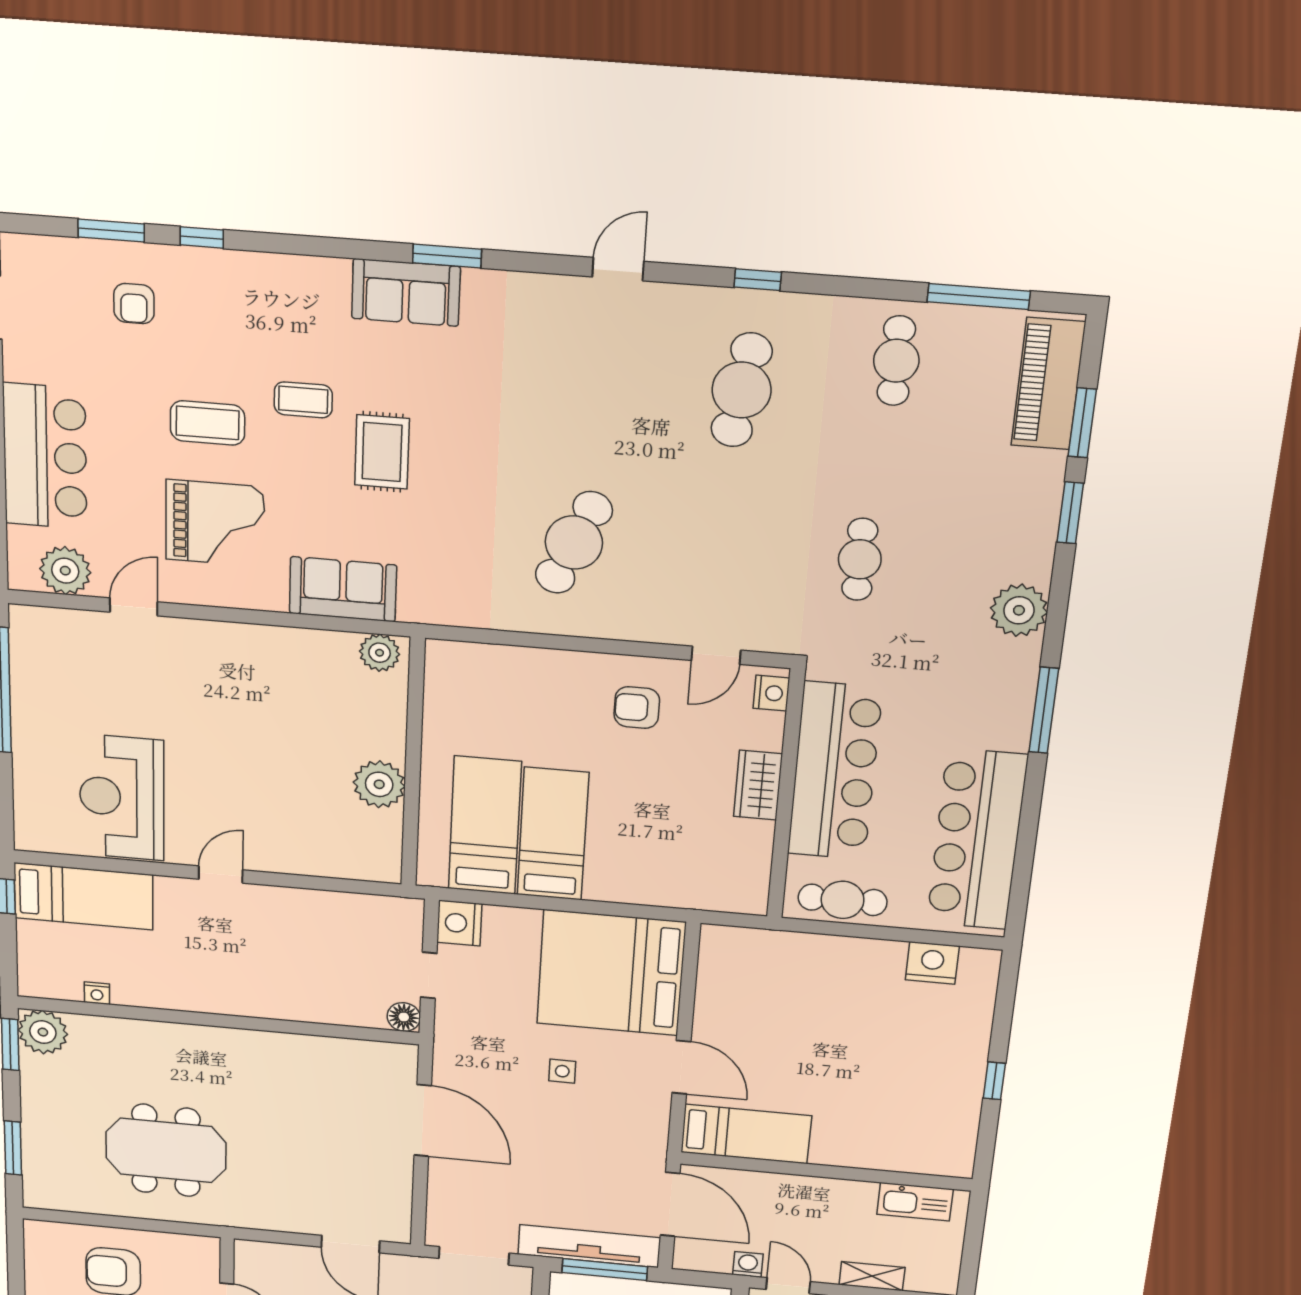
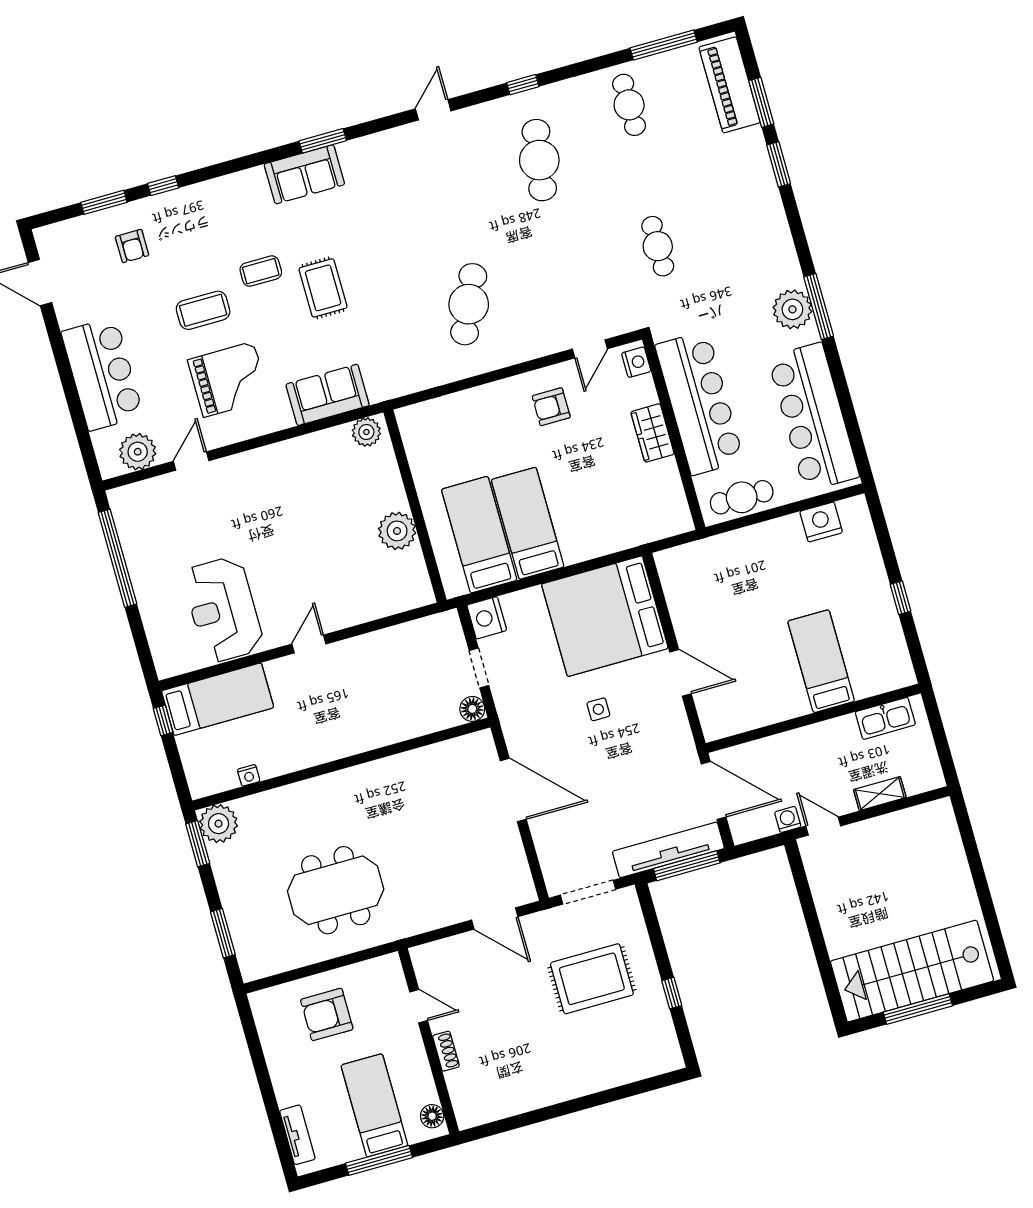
plant: (1019, 610) -> (792, 309), moved
bed: (746, 1134) -> (821, 661), moved, turned -90

